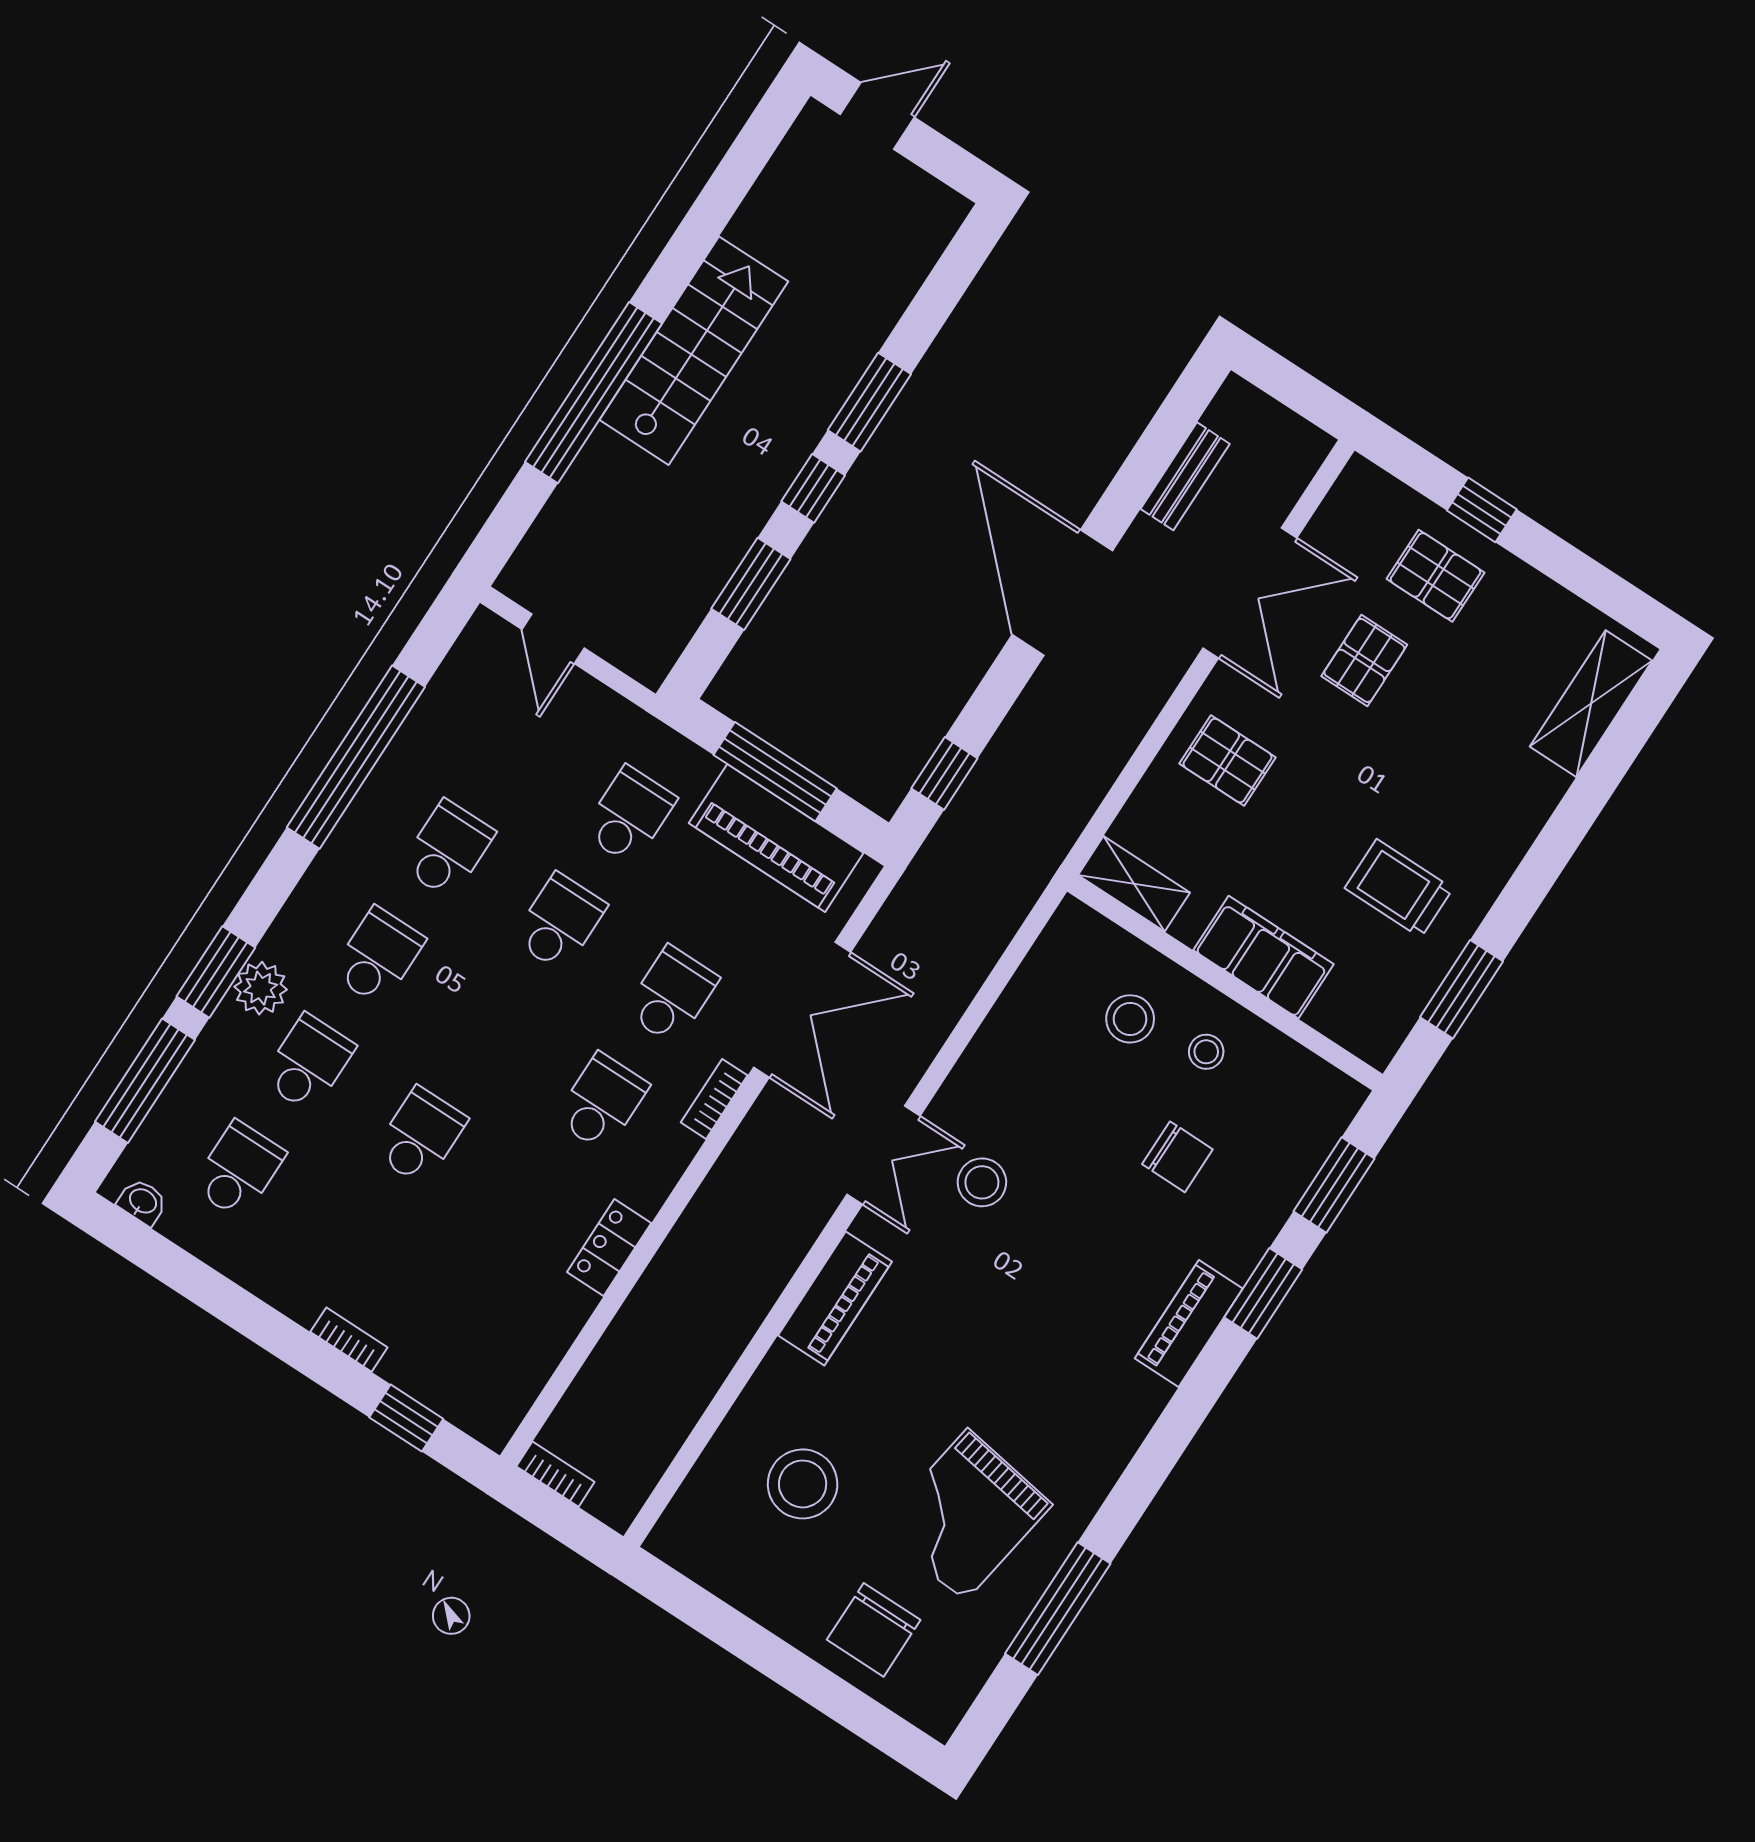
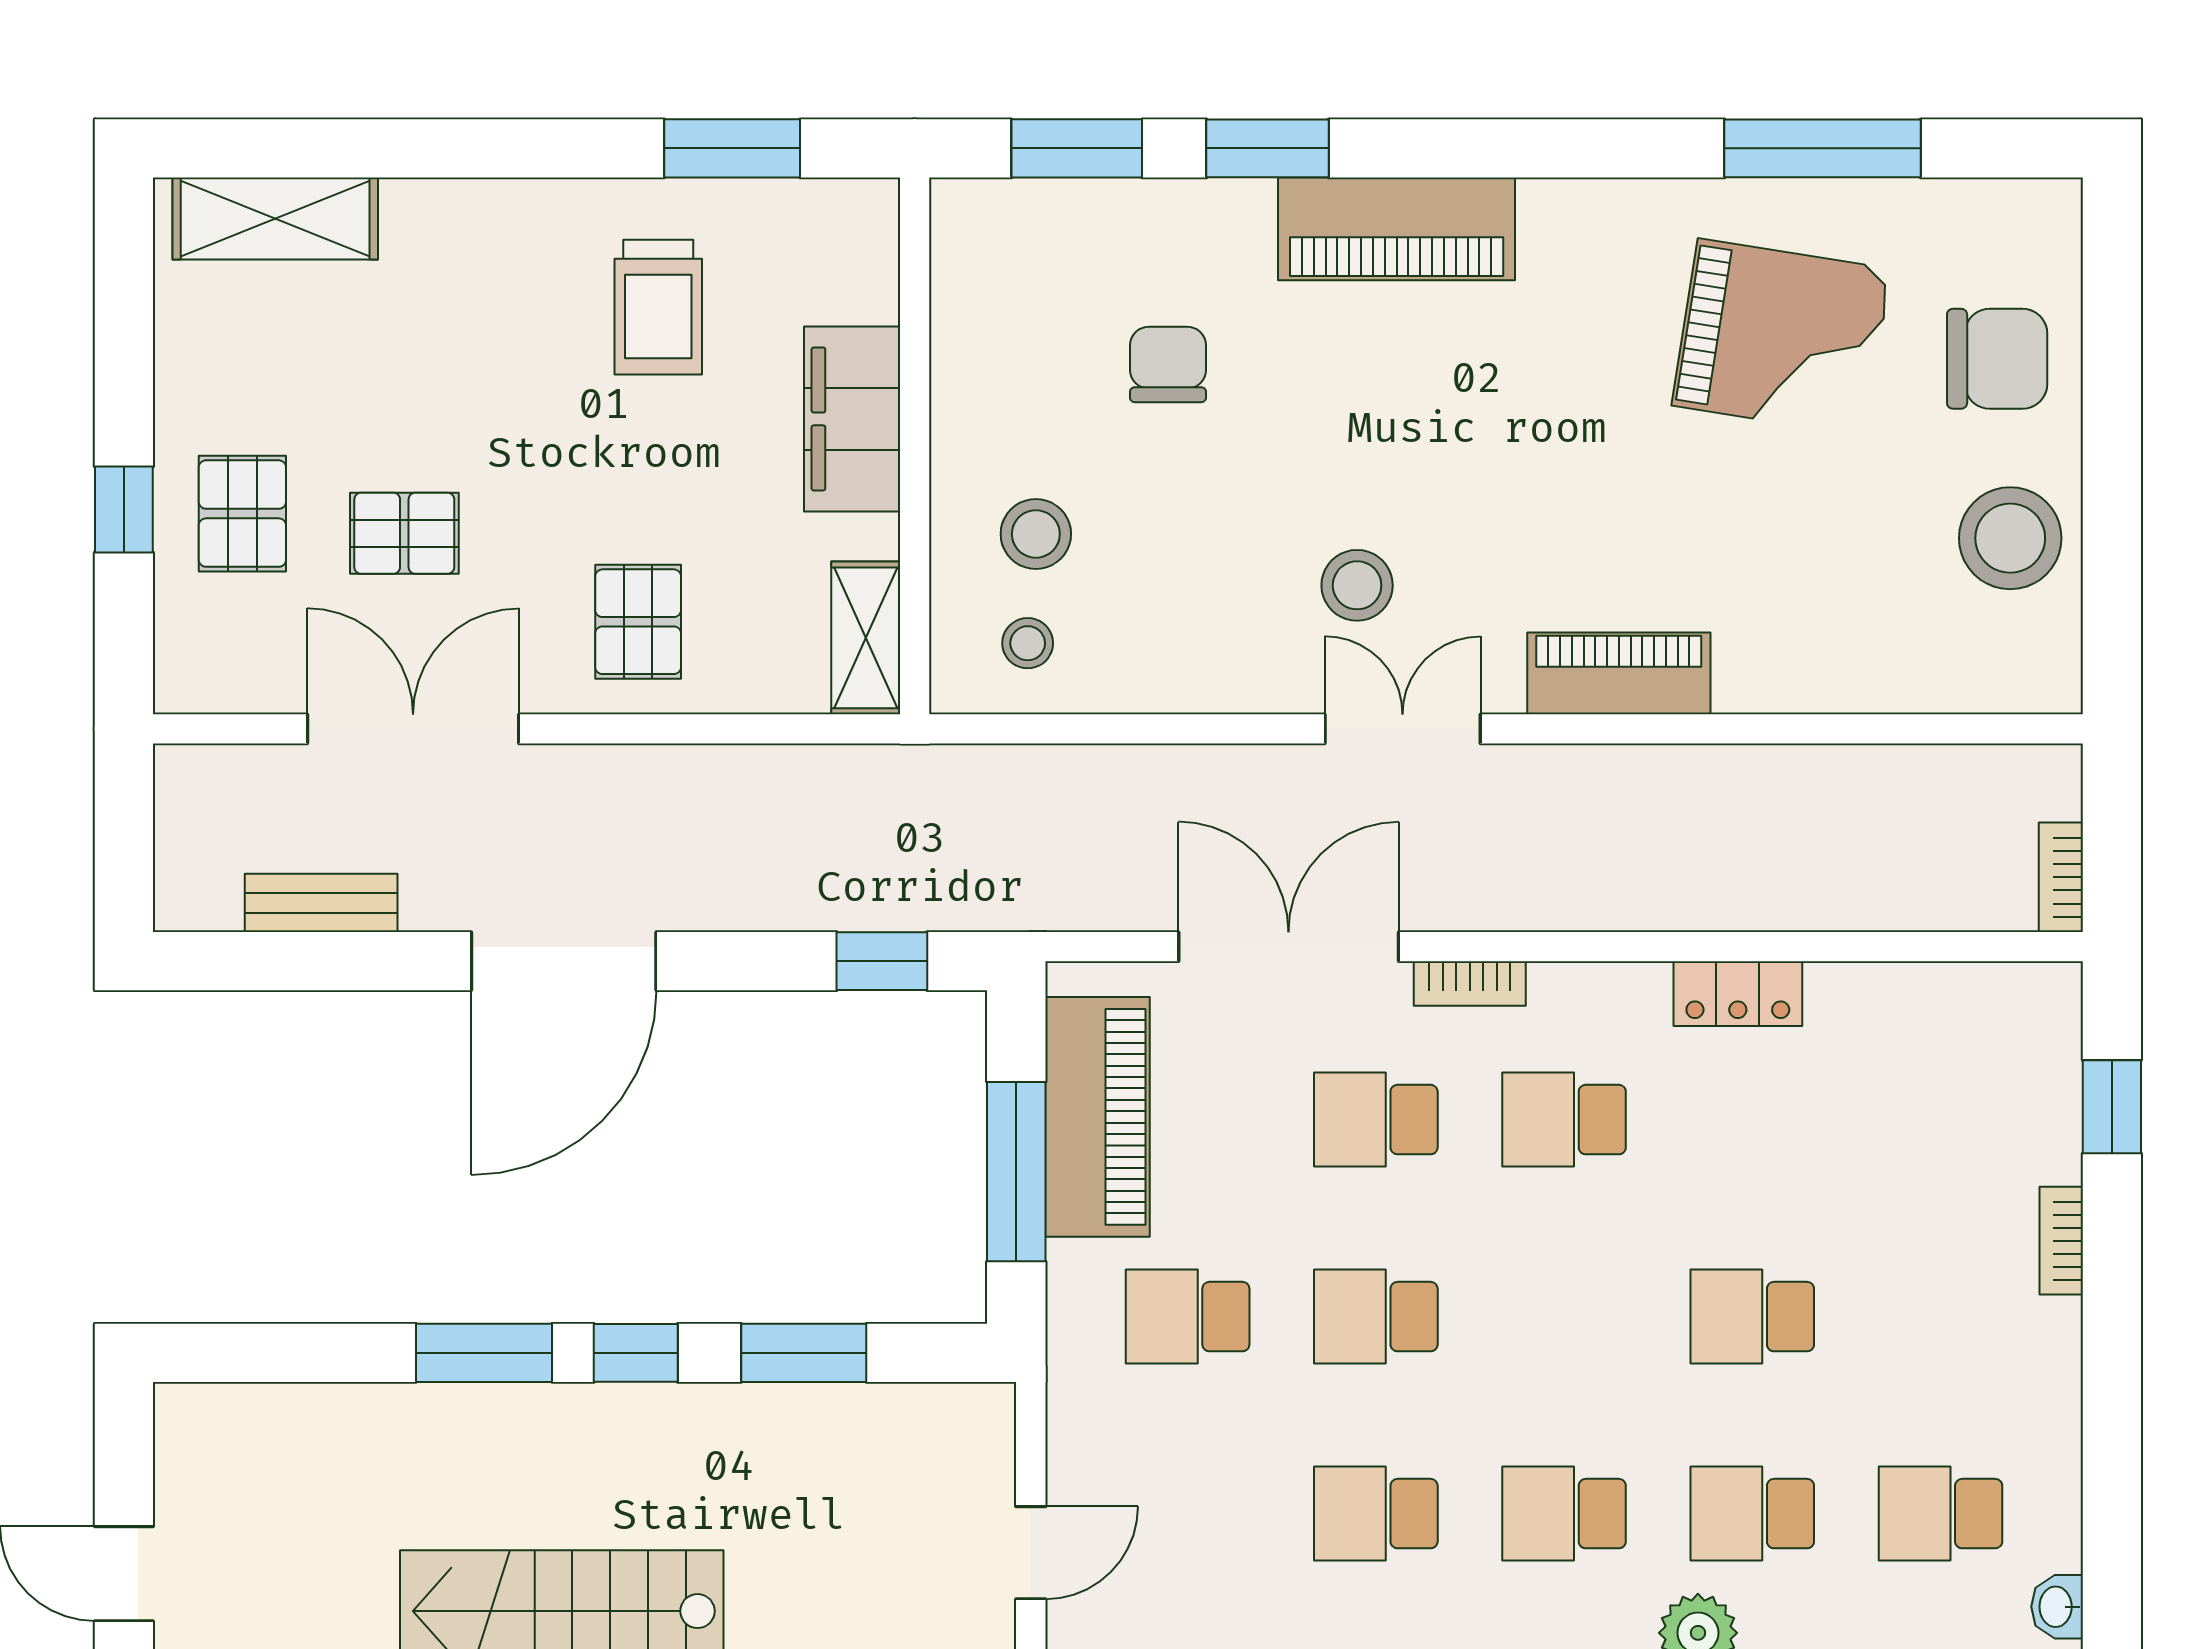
stool: (1206, 1052) -> (1028, 643), moved
piano: (1189, 1323) -> (1397, 229), width x1.37, depth x1.33
stool: (803, 1484) -> (2010, 538), moved

